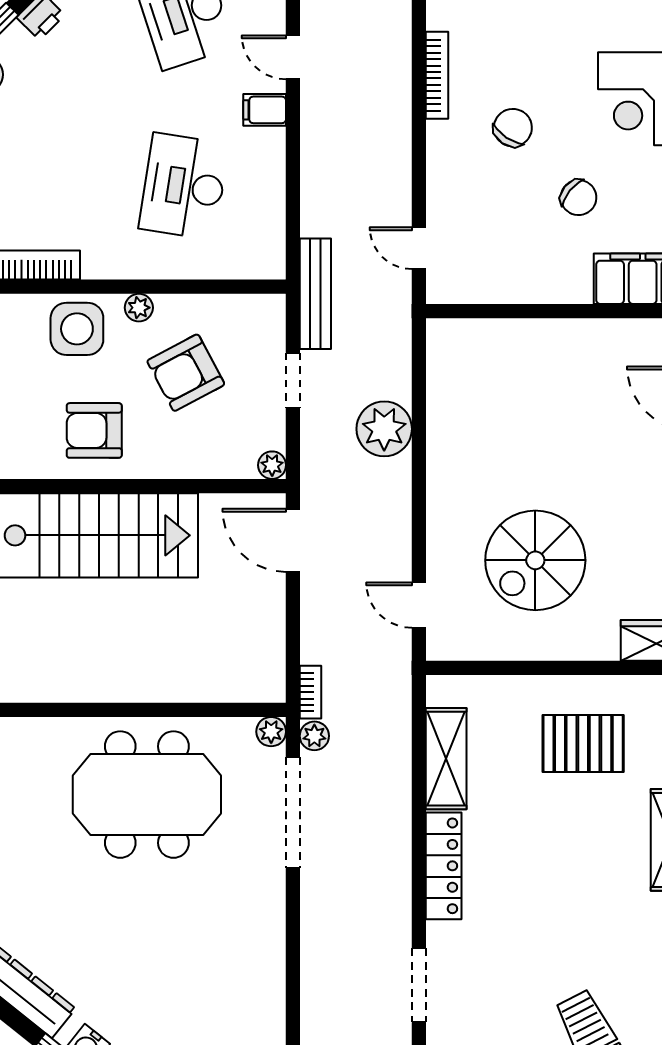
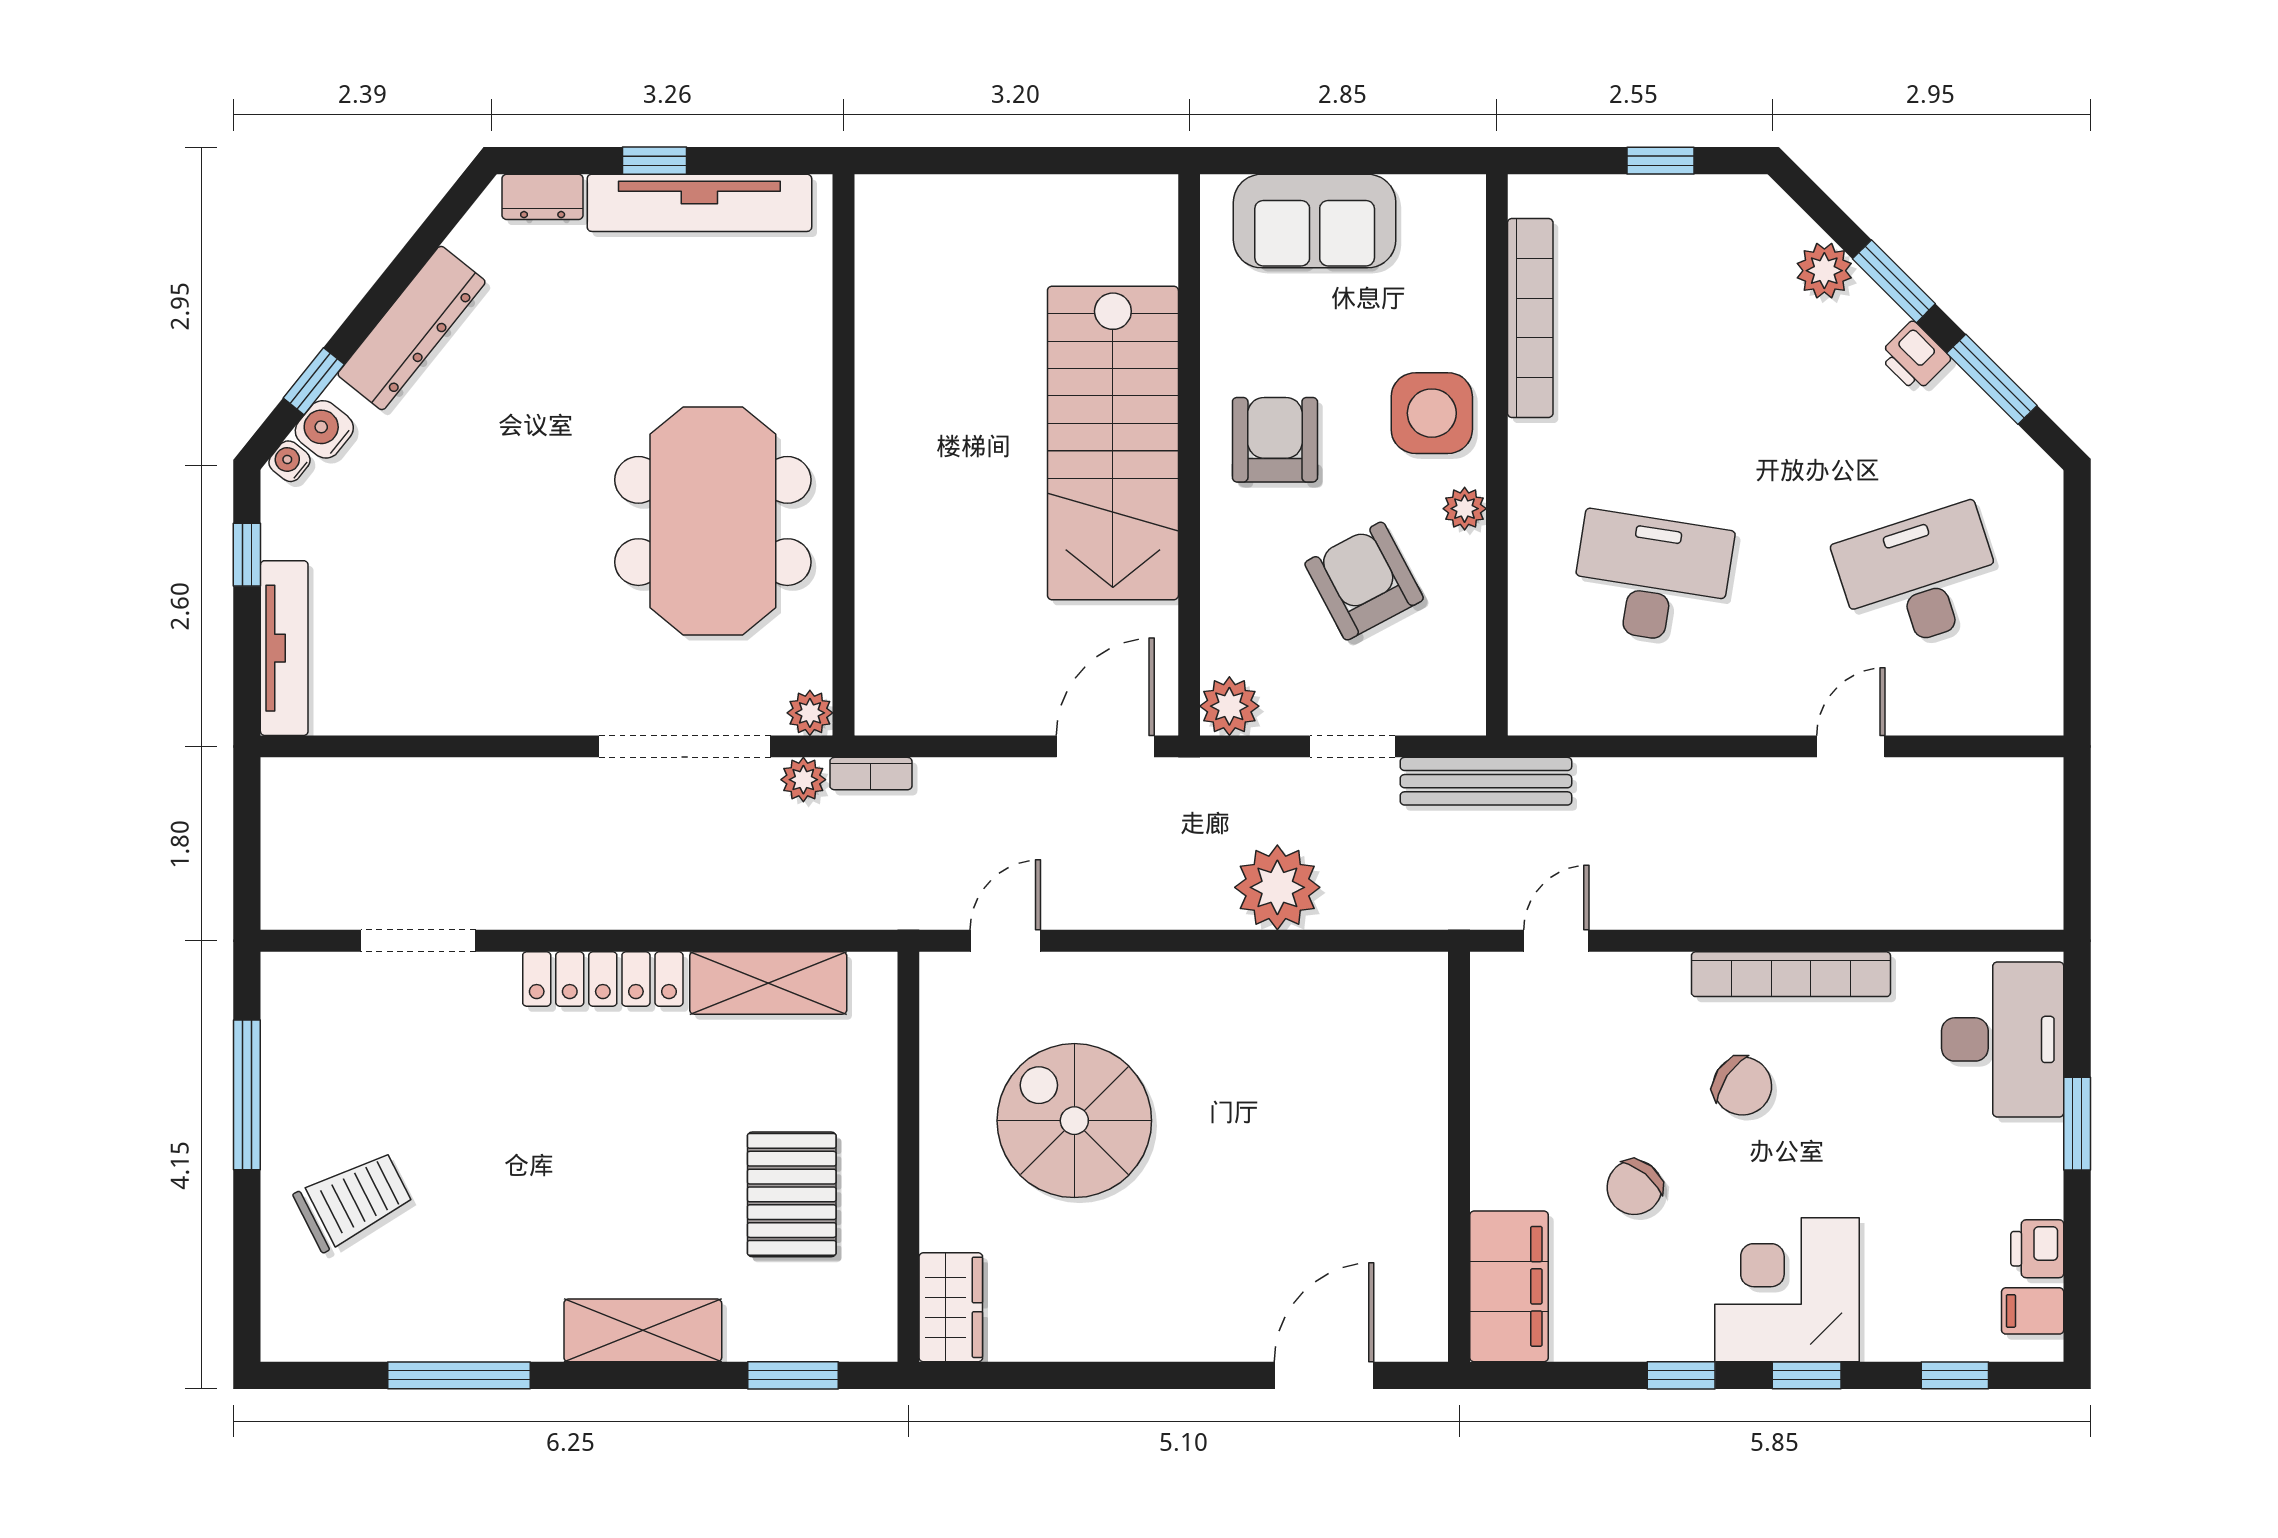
bookcase: (437, 75) -> (1791, 974), width x1.48, depth x1.31
filing cabinet: (265, 110) -> (1770, 703), removed
plant: (272, 465) -> (1229, 706), width x1.38, depth x1.38

